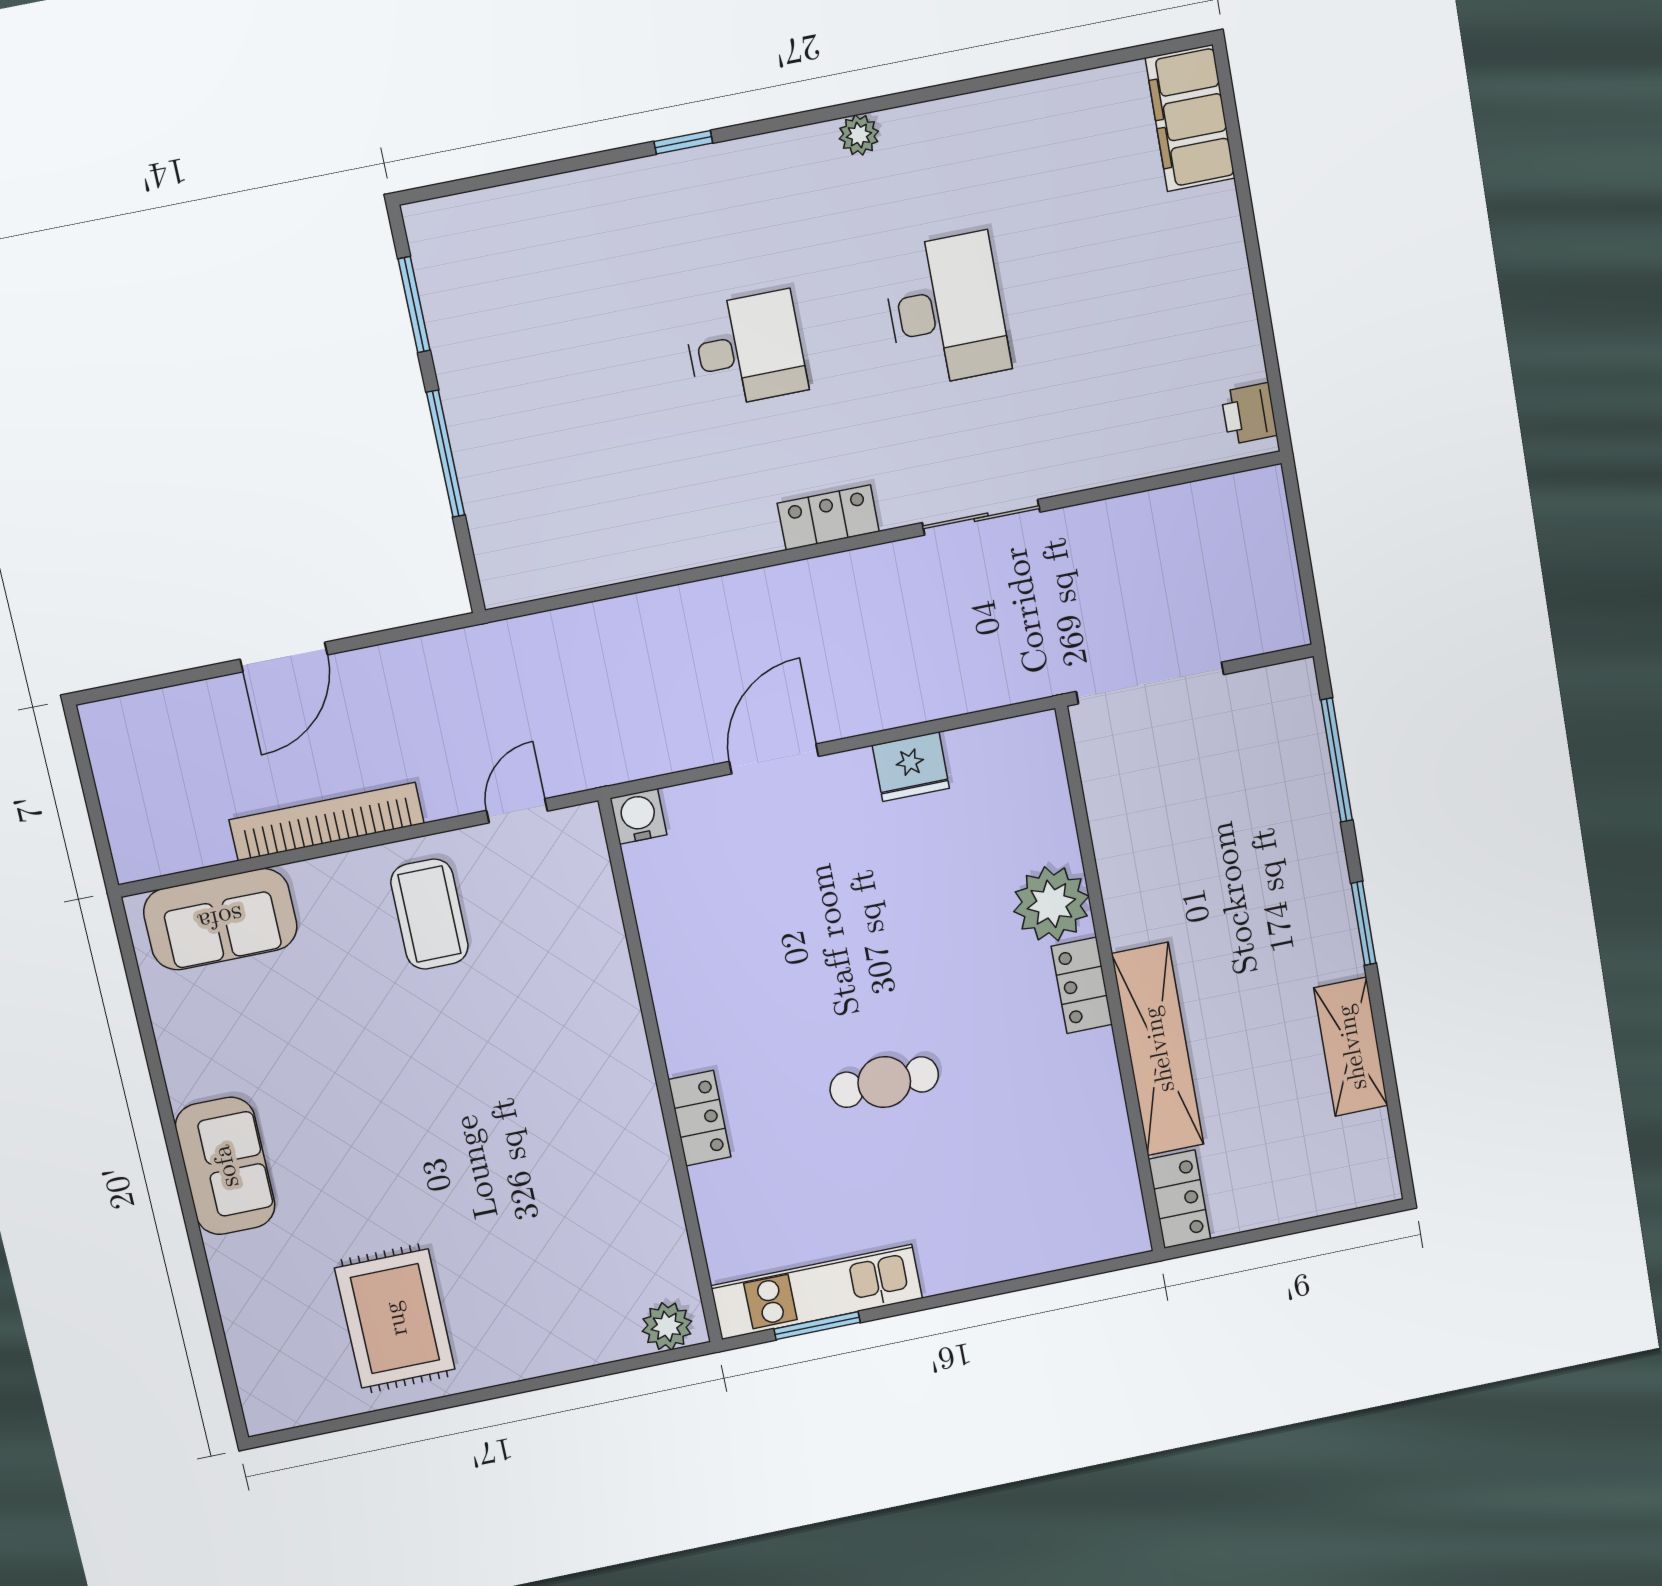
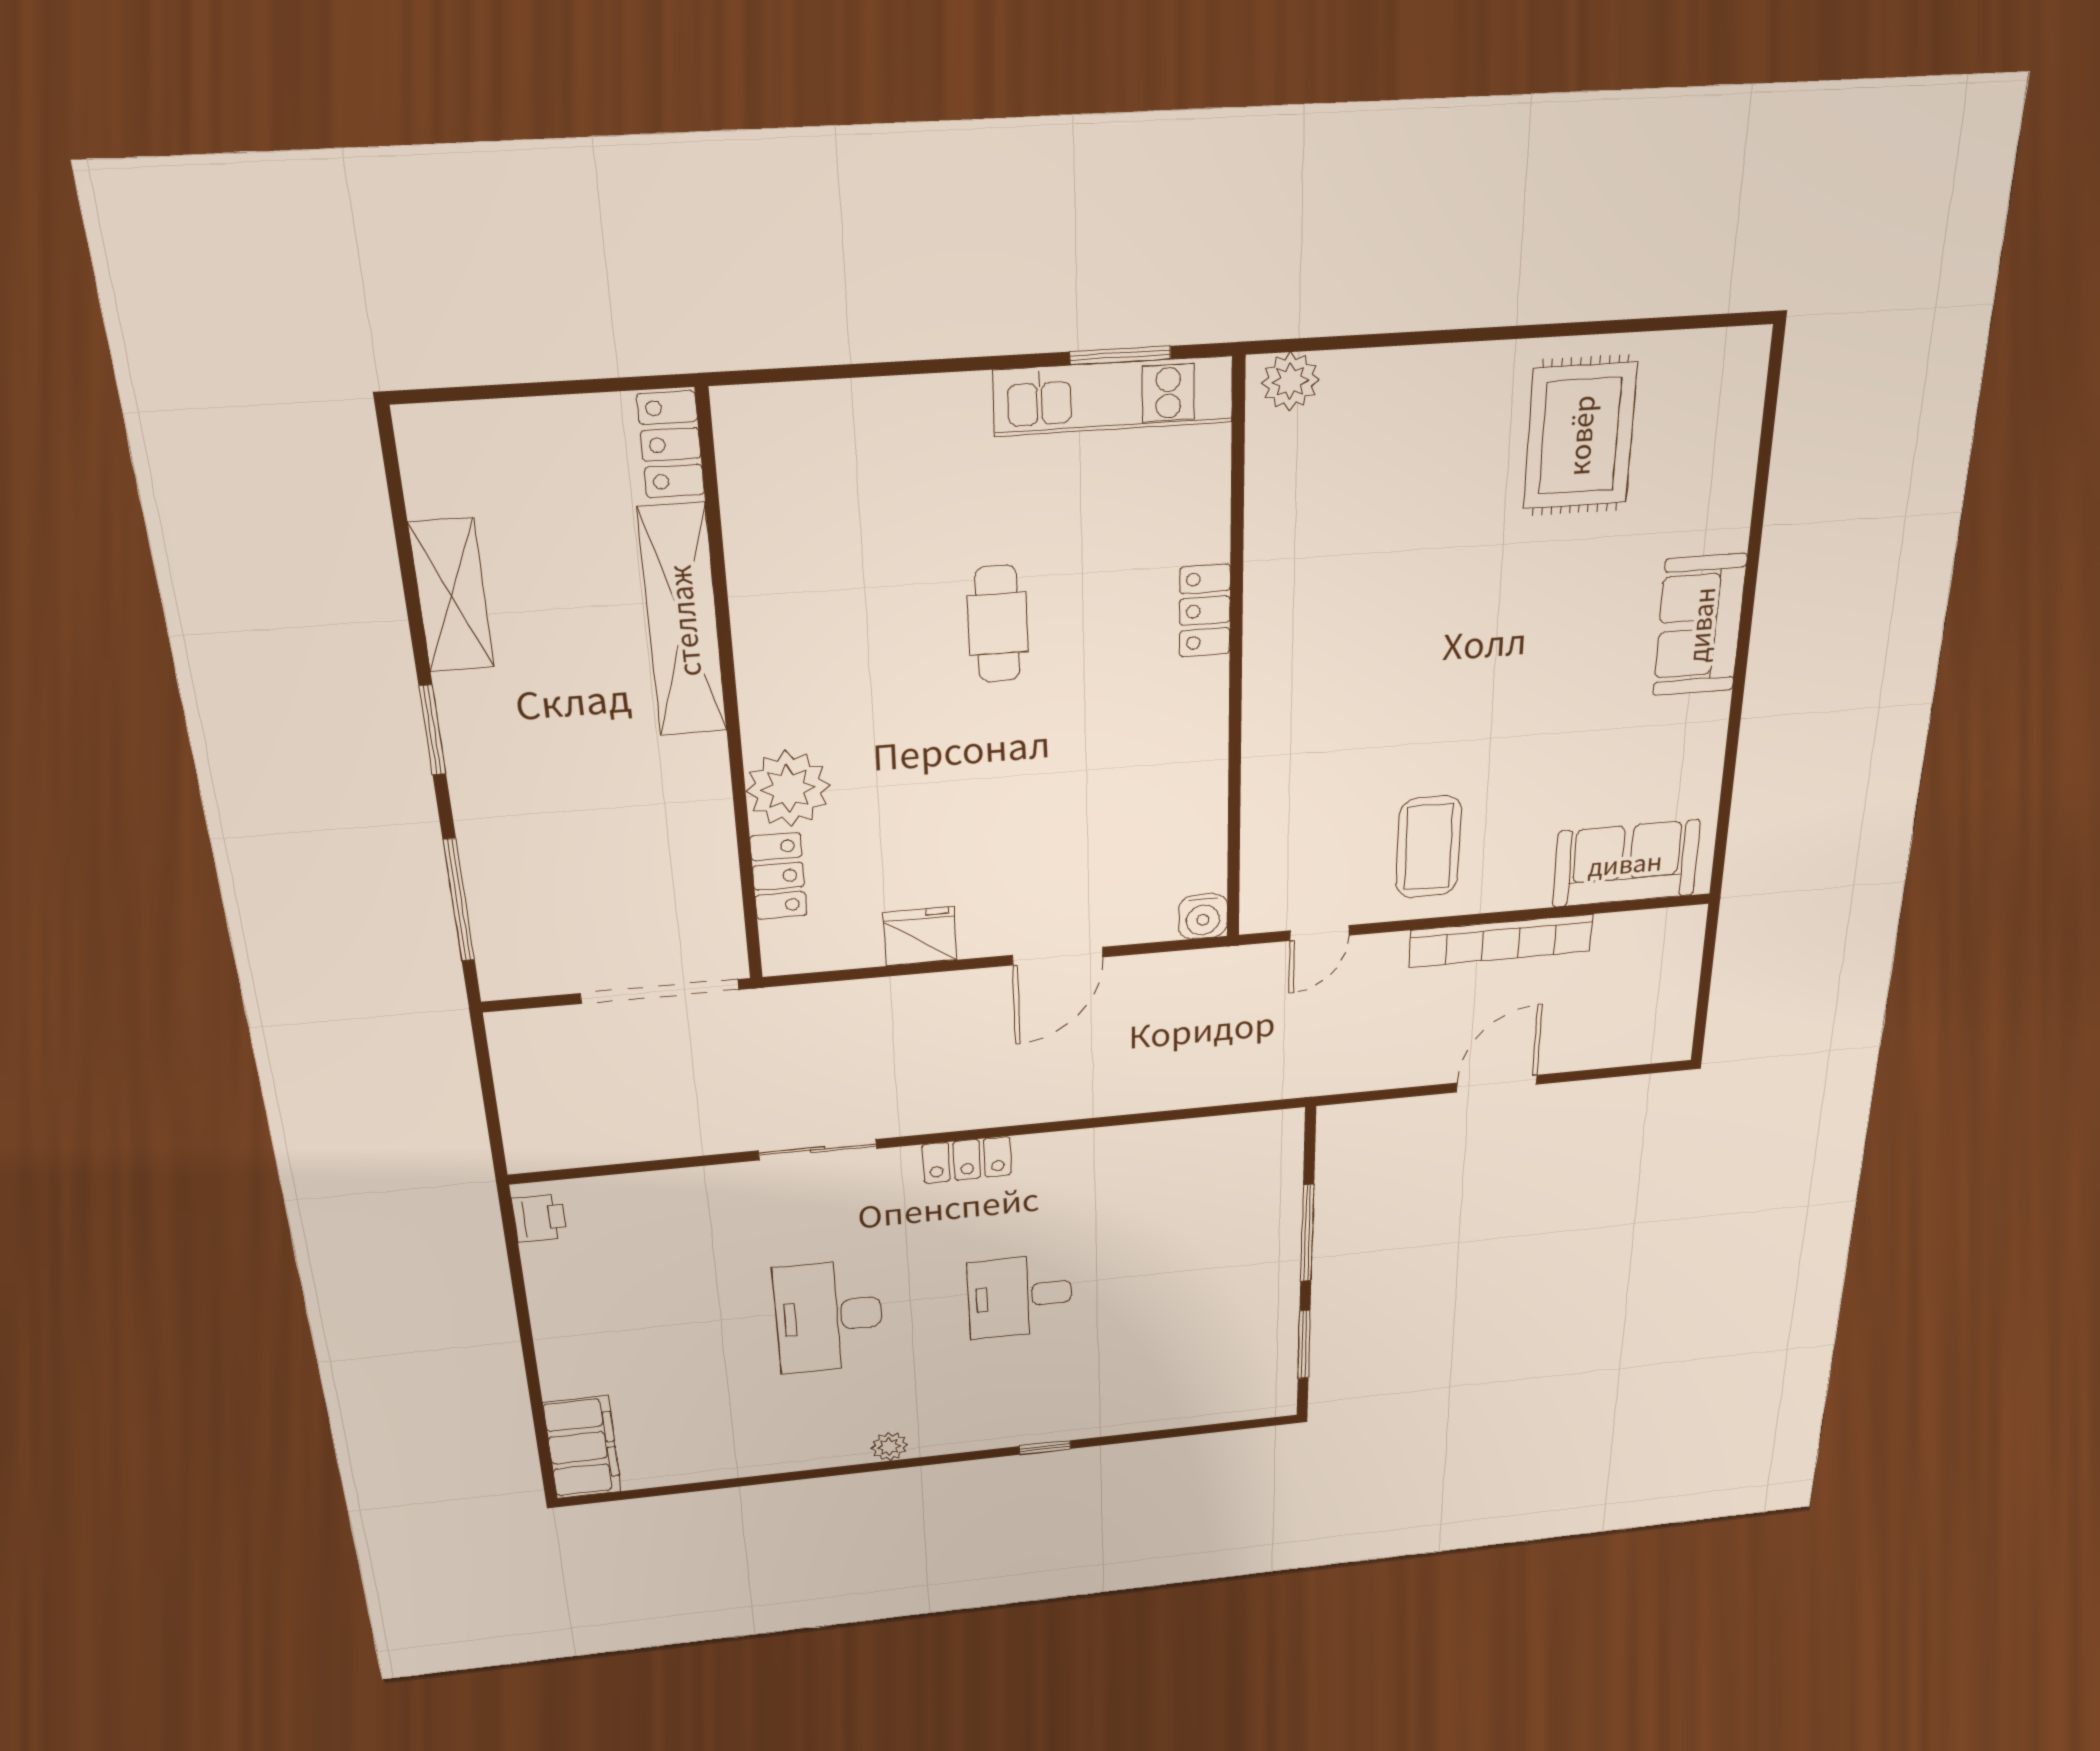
locker: (1082, 985) -> (778, 876), moved
cafe table: (884, 1082) -> (998, 624), turned 90

